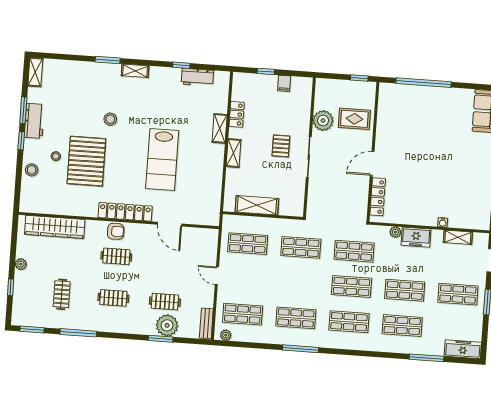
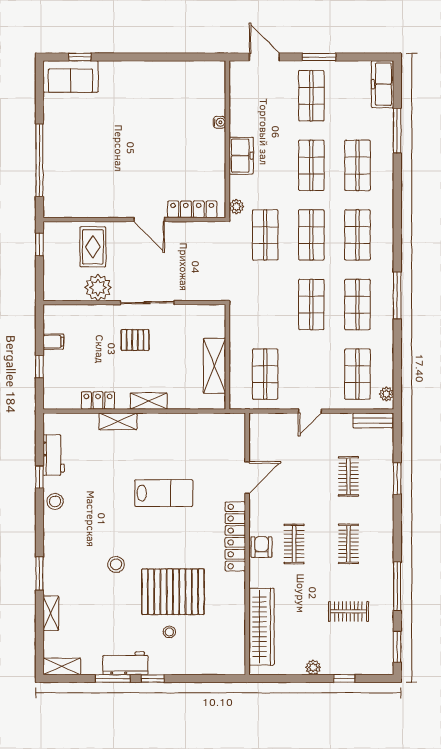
shelving: (135, 71) -> (51, 613), moved
lab bench: (162, 159) -> (164, 493), width x0.73, depth x0.72
stool: (32, 170) -> (55, 501), moved
plant: (395, 232) -> (236, 207), moved
shelving: (458, 237) -> (237, 101), removed
shop shelf: (301, 247) -> (311, 305), moved
plant: (167, 325) -> (379, 471), removed

